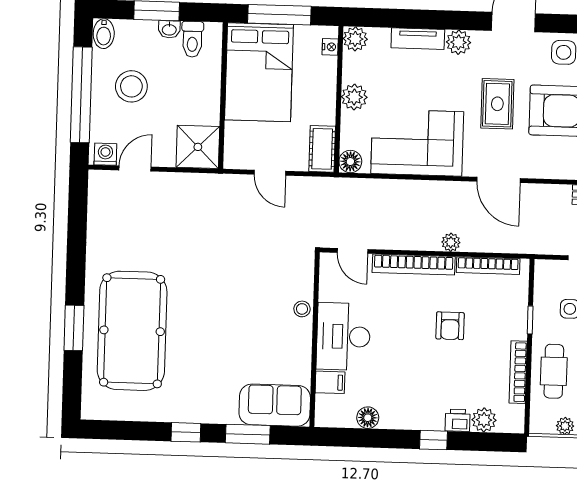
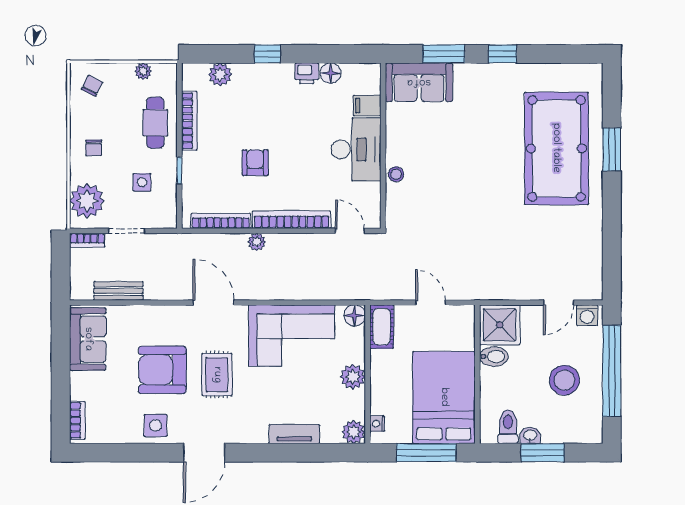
bidet: (104, 34) -> (494, 356), moved, turned 90
plant: (459, 42) -> (256, 432), removed
printer: (458, 420) -> (307, 73), moved

